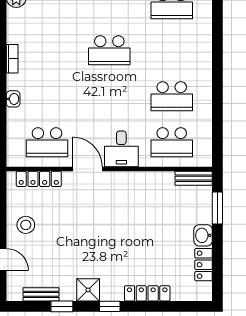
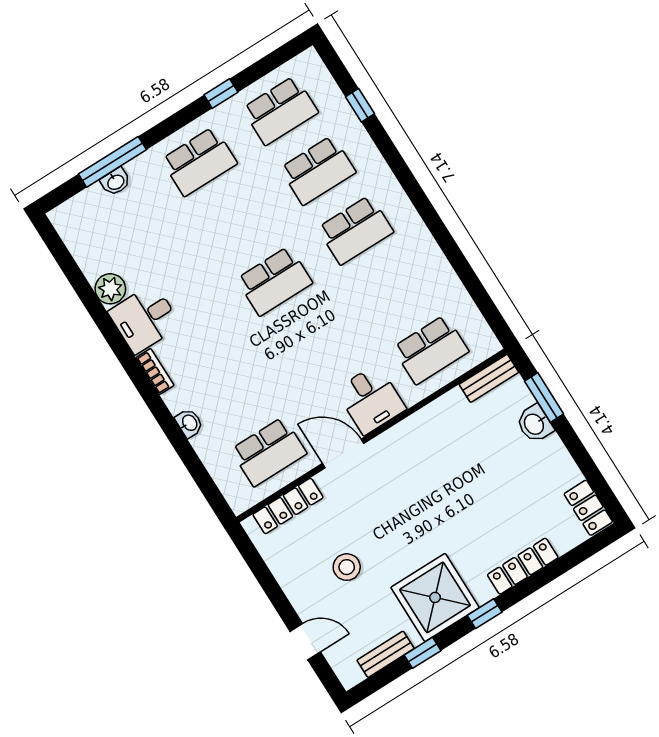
desk: (25, 26) -> (145, 319), added
school desk: (172, 96) -> (355, 230), moved
stool: (26, 225) -> (347, 567), moved
washbasin: (203, 235) -> (535, 424), moved
locker: (204, 265) -> (588, 508), moved
shower: (88, 290) -> (435, 597), width x1.86, depth x1.86

